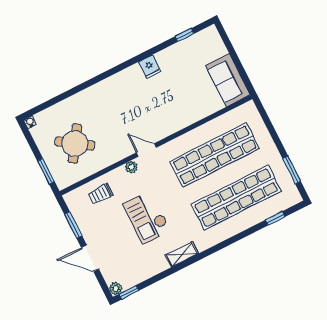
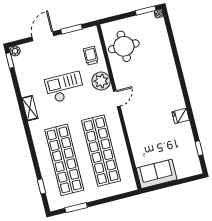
round table: (75, 144) -> (124, 46), moved, turned -34
plant: (131, 167) -> (101, 81), width x1.88, depth x1.88
window: (46, 171) -> (146, 10), moved

